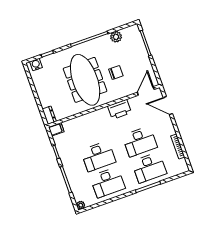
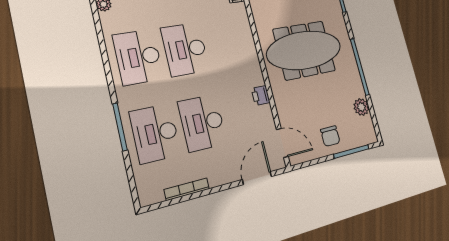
chair: (116, 73) -> (330, 136), moved
printer: (119, 109) -> (261, 95), width x0.53, depth x0.68

